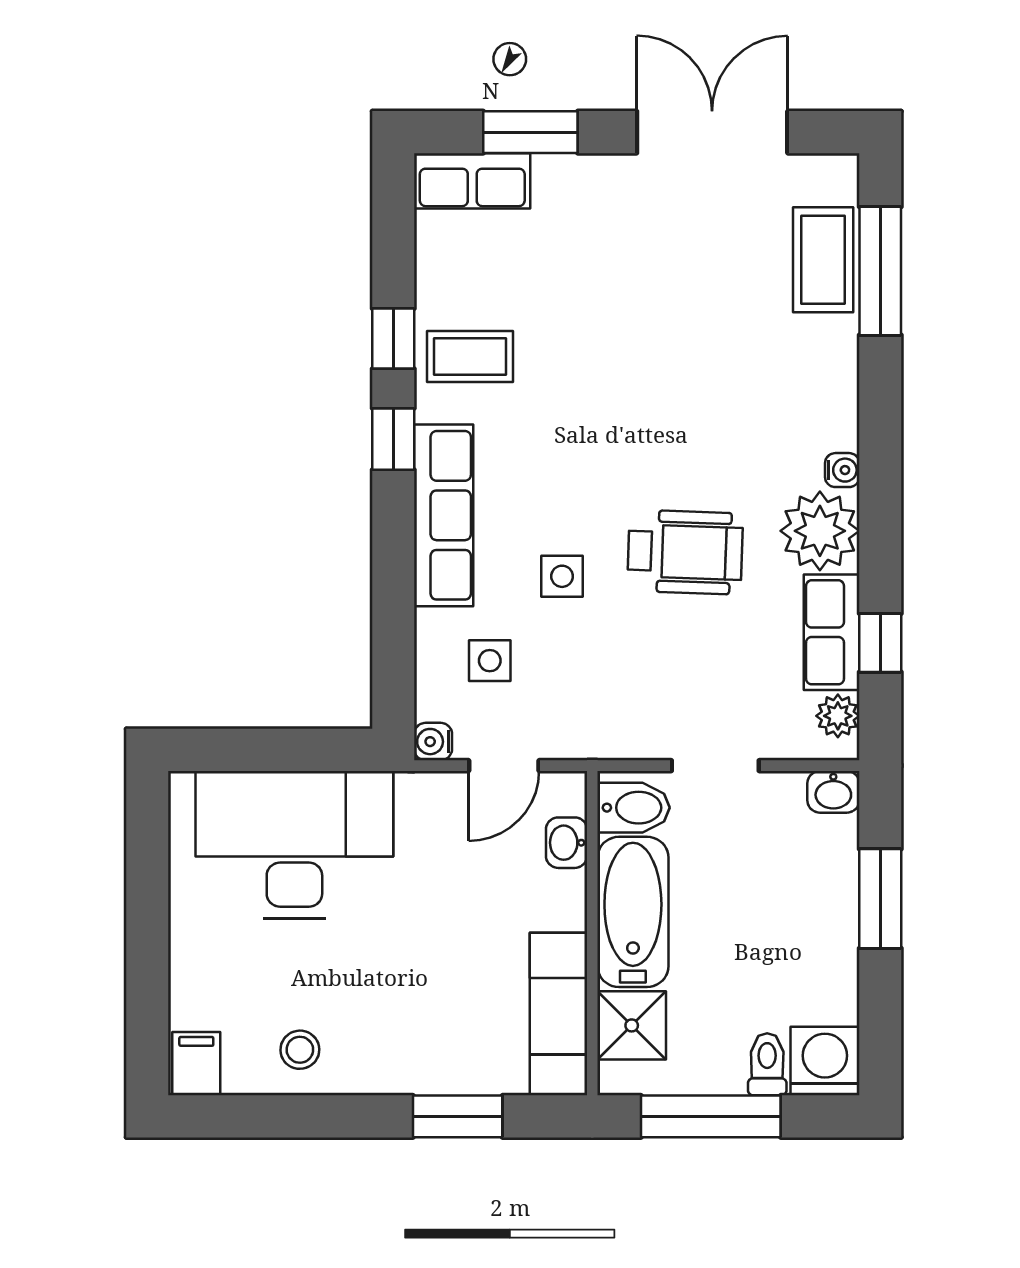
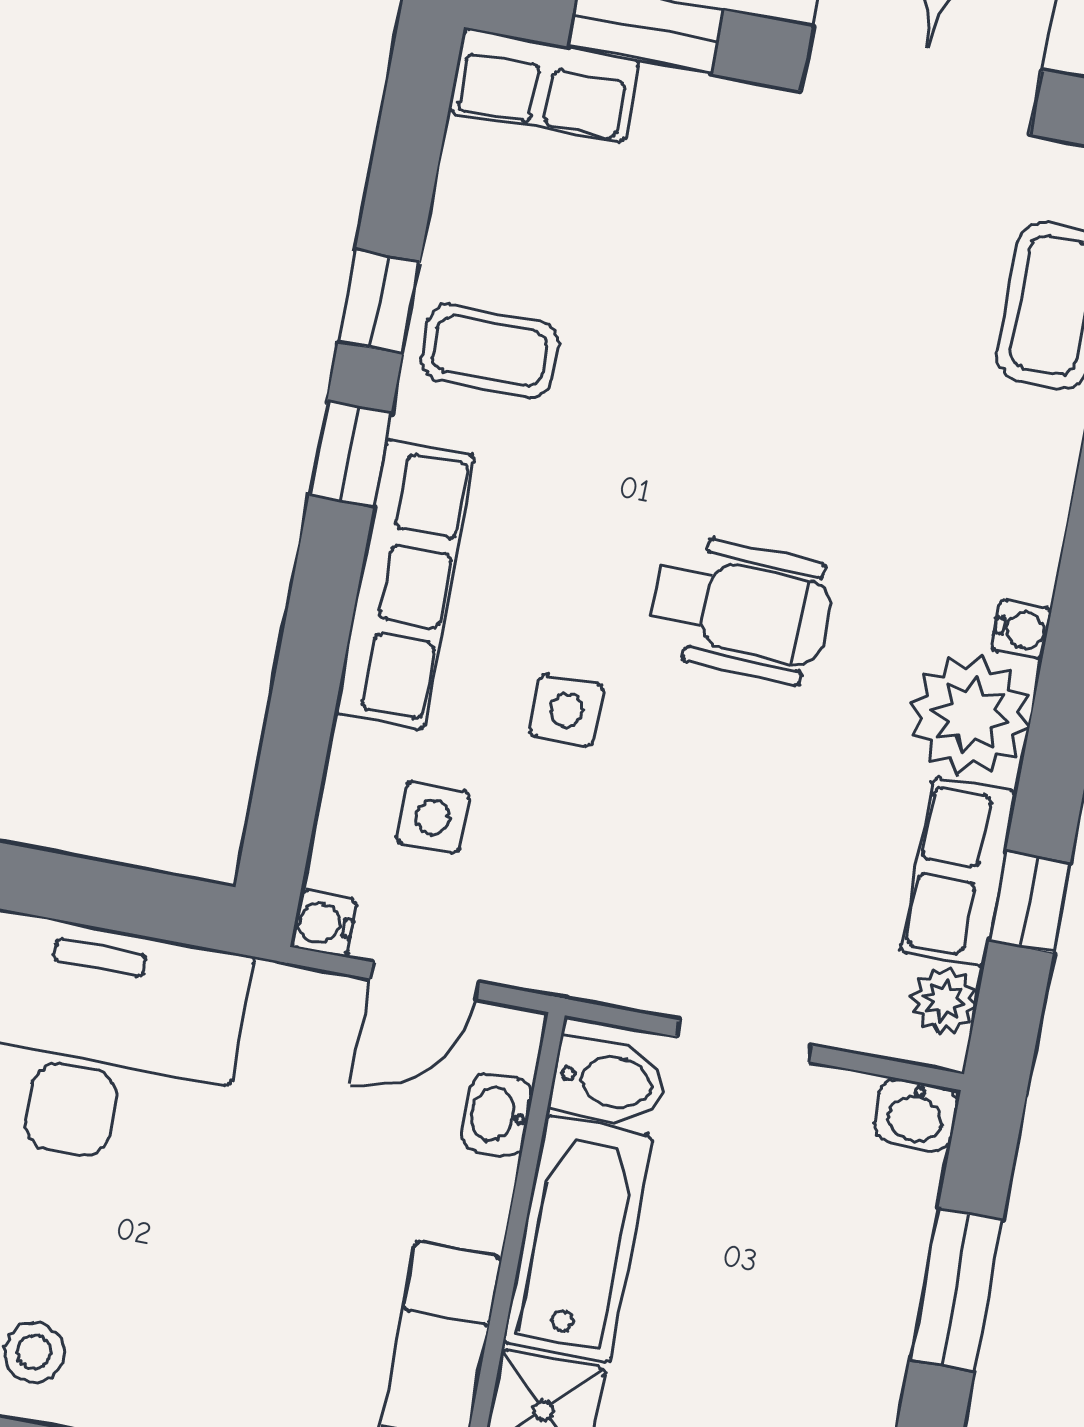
wheelchair: (685, 552) -> (741, 609), moved

